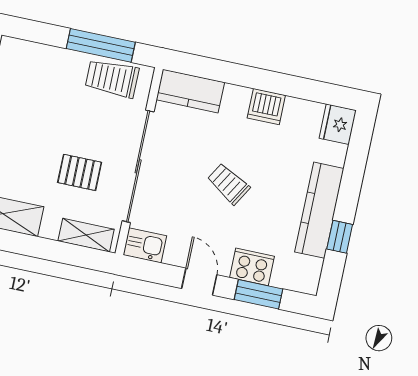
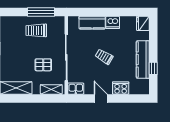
trolley: (112, 78) -> (36, 30), moved
kitchen counter: (190, 91) -> (92, 23), moved
window: (259, 294) -> (126, 98), removed

